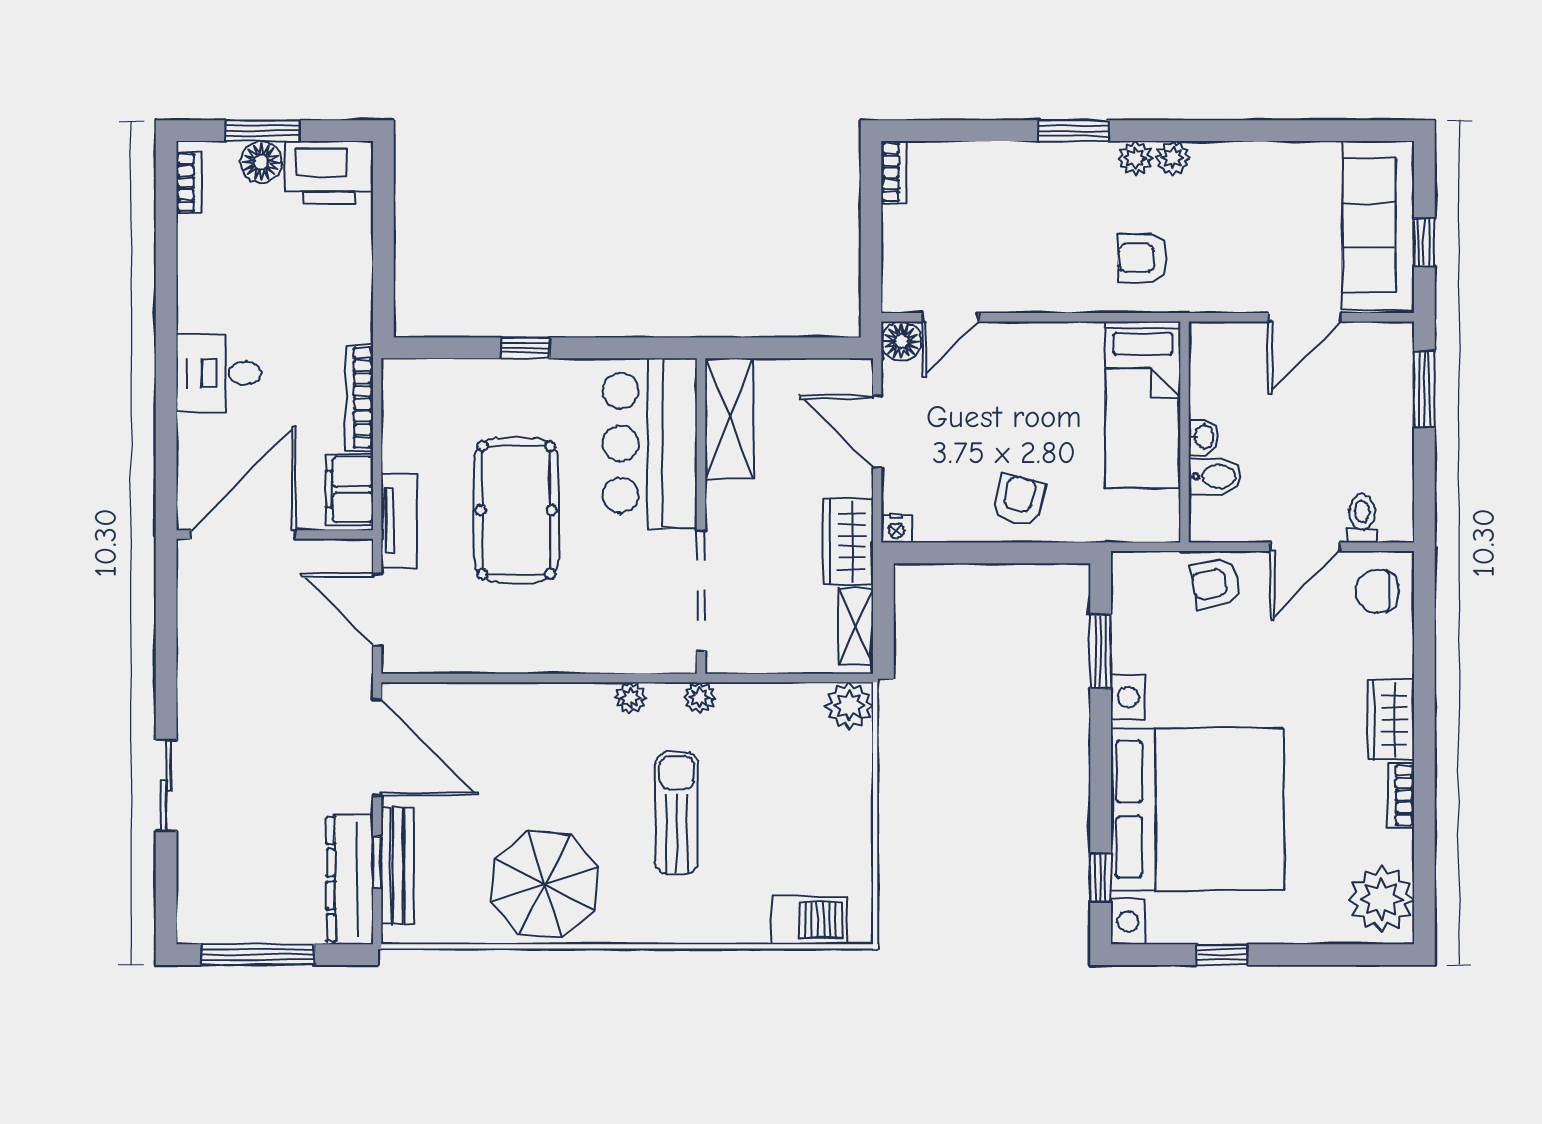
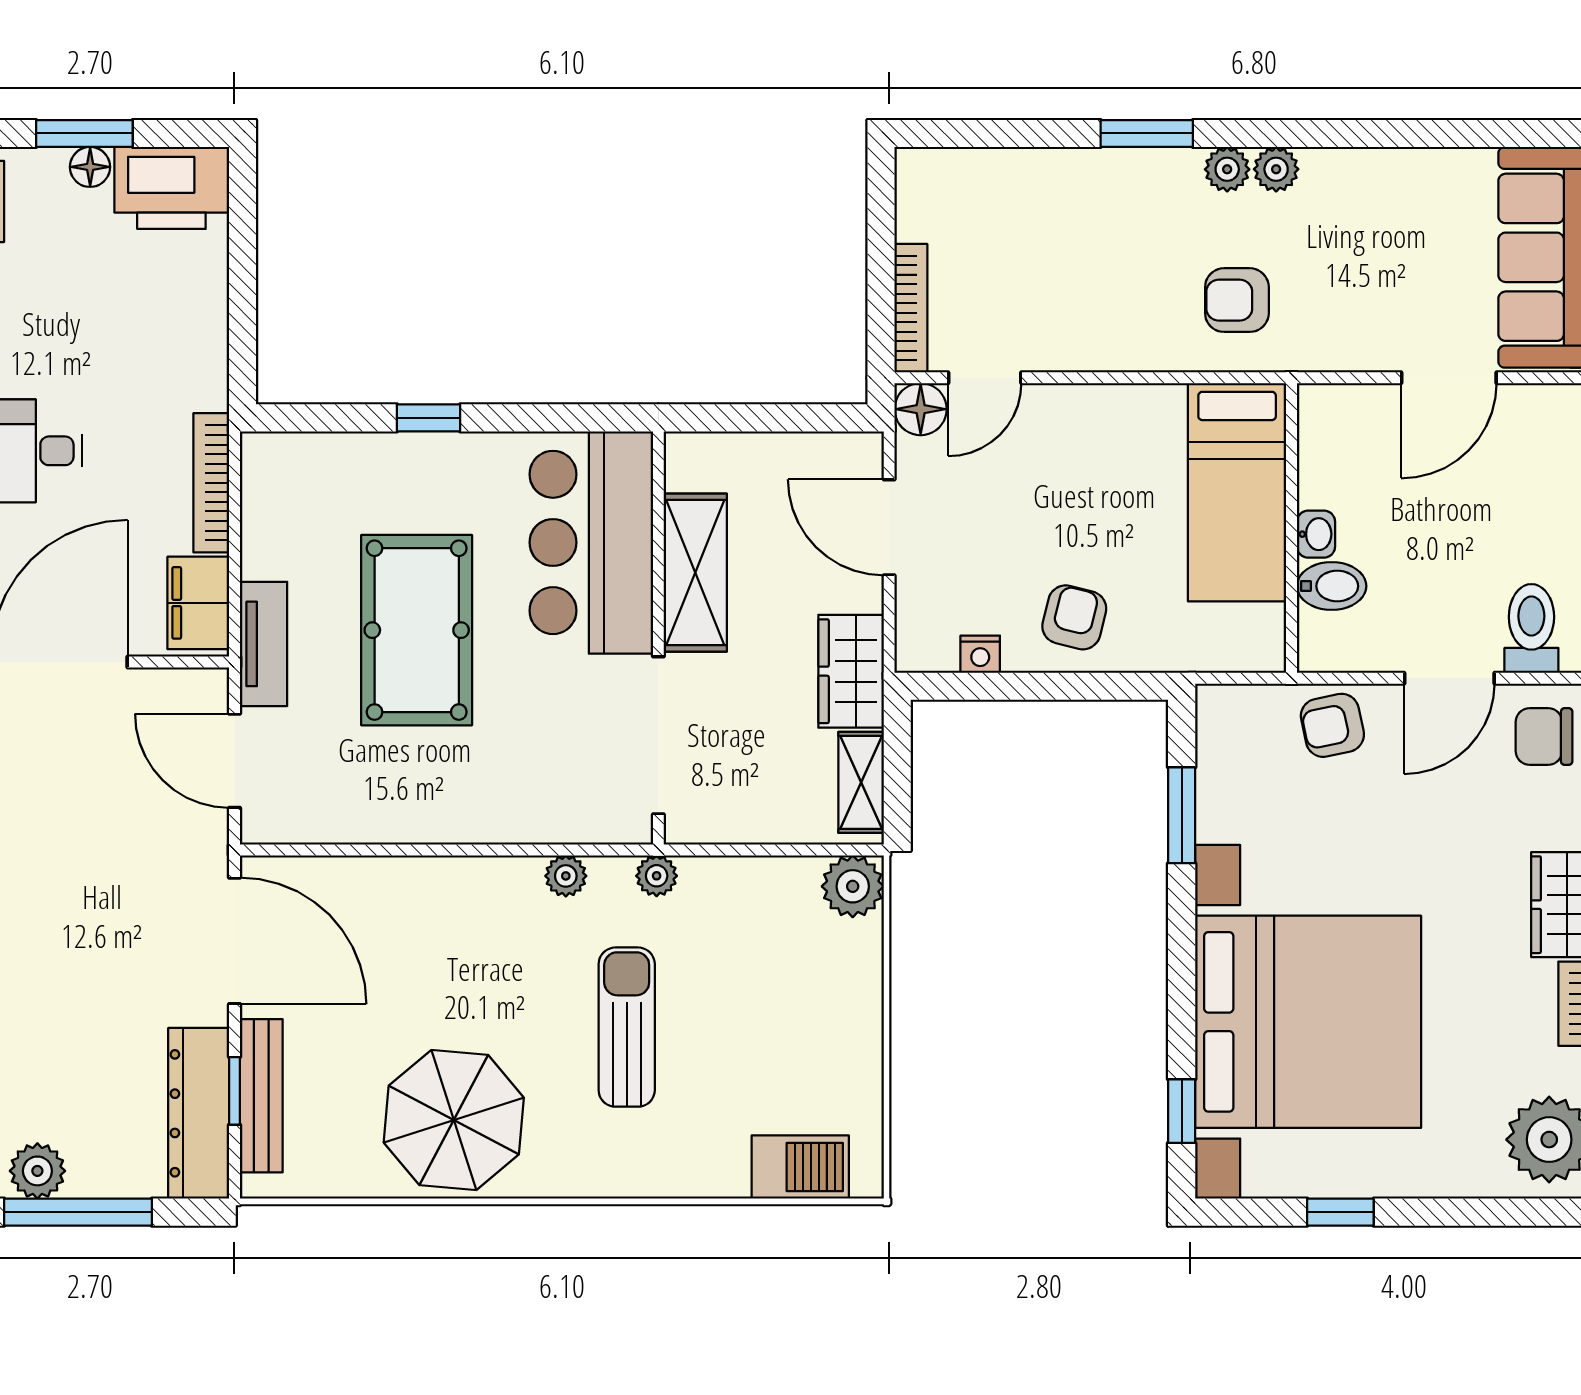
floor lamp: (261, 162) -> (90, 167), width x0.73, depth x0.73
bookcase: (894, 172) -> (911, 308), moved, width x1.56
shelving: (729, 419) -> (695, 573), moved
toilet: (1362, 518) -> (1531, 628), width x1.37, depth x1.39
nightstand: (896, 528) -> (980, 654), moved
plant: (227, 923) -> (37, 1171), added

